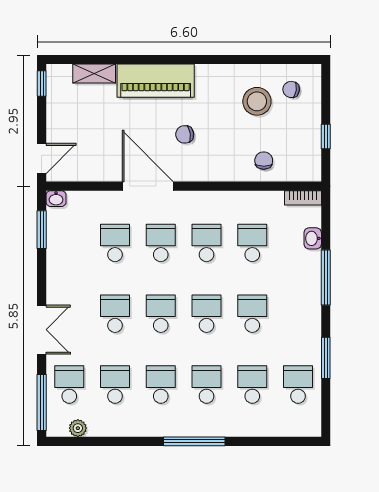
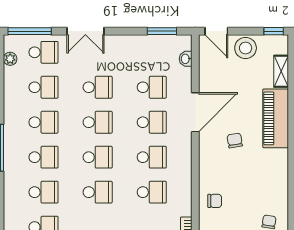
stool: (257, 101) -> (246, 48), moved
washbasin: (56, 199) -> (186, 59), moved

